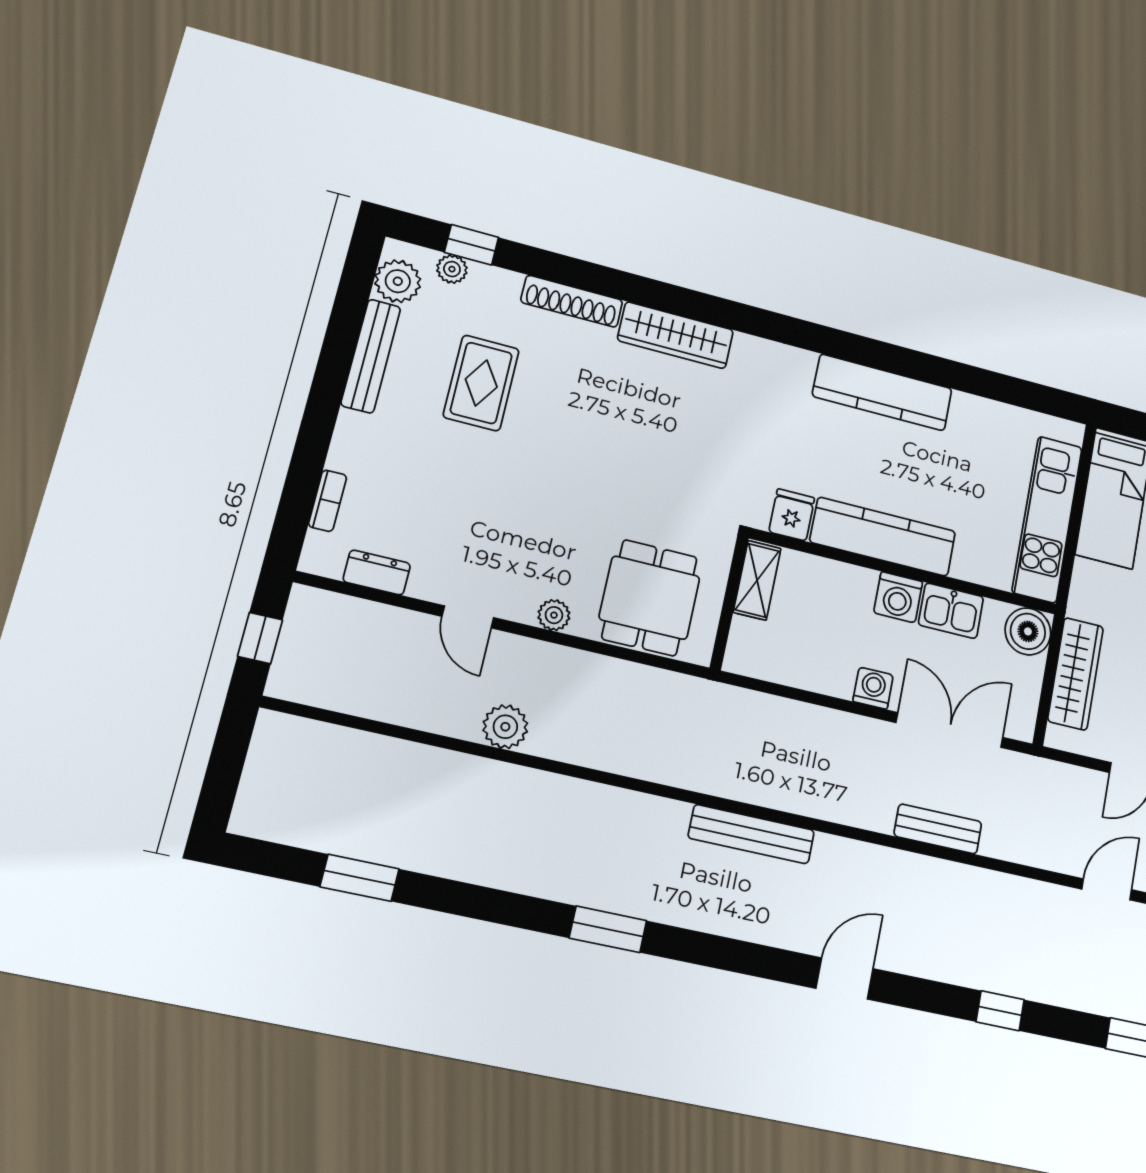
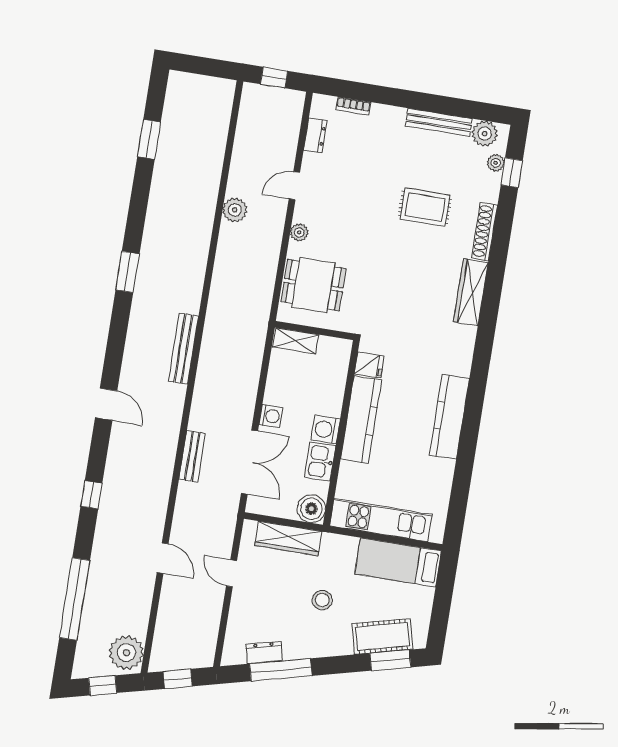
rug: (481, 383) -> (425, 207), moved
shelving: (757, 580) -> (296, 341), moved

